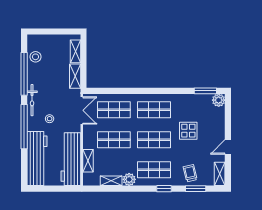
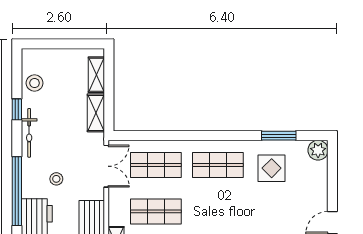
window: (24, 74) -> (17, 109), width x0.32
window: (205, 91) -> (279, 136), moved
bicycle: (32, 100) -> (29, 133), moved
display table: (188, 131) -> (272, 168), moved
shop shelf: (154, 140) -> (218, 211), removed

